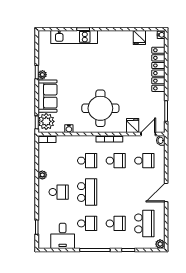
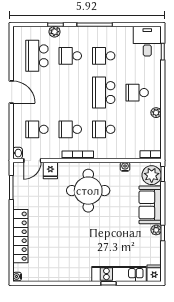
fridge: (139, 38) -> (154, 273), moved
door: (166, 193) -> (11, 92), hinge flipped
desk: (63, 236) -> (147, 41), moved
plant: (160, 244) -> (55, 32), moved

